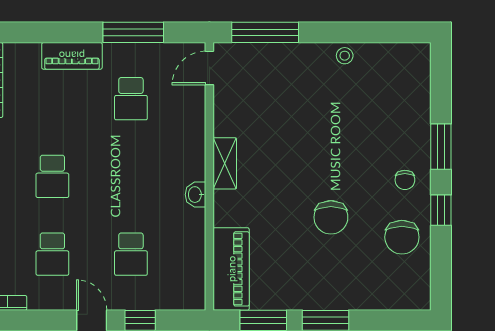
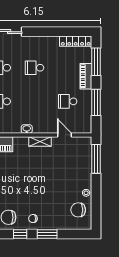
window: (38, 32) -> (96, 62), added
door: (209, 68) -> (65, 135), moved
chair: (331, 217) -> (78, 210), moved

